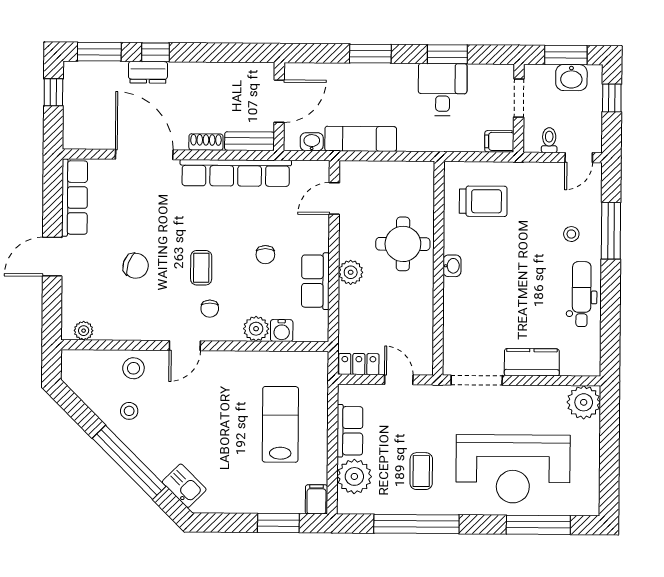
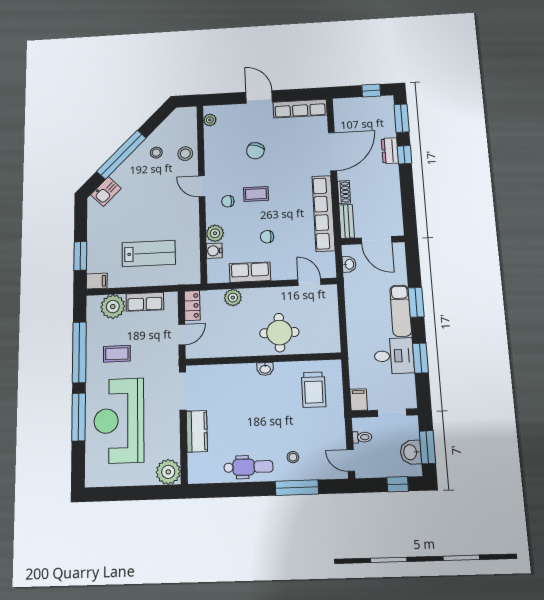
exam couch: (361, 139) -> (401, 311), moved, turned 180
plant: (351, 272) -> (233, 298), moved
window: (538, 525) -> (79, 417), moved

